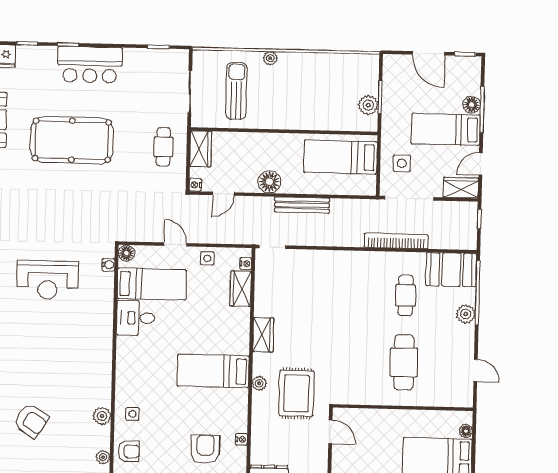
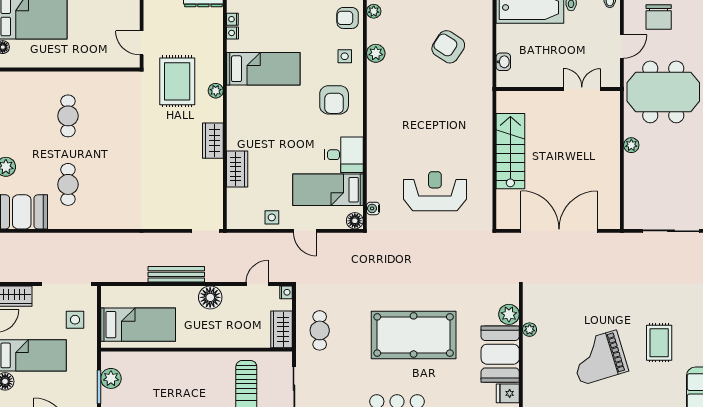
bookcase: (396, 241) -> (79, 240), removed
nightstand: (246, 264) -> (232, 19), moved
wardrobe: (240, 289) -> (237, 169), moved
cafe table: (404, 362) -> (68, 116), width x0.73, depth x0.74
bed: (213, 371) -> (263, 69), moved
armchair: (205, 449) -> (334, 100), moved

